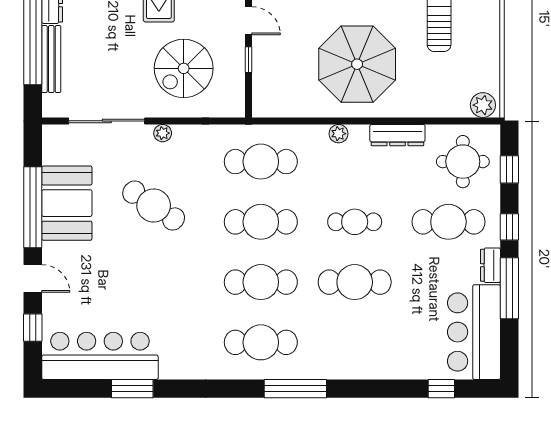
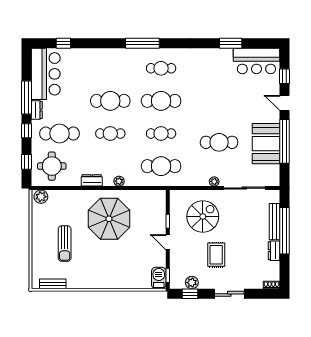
dresser: (397, 135) -> (92, 180), width x0.70
cafe table: (154, 206) -> (219, 142), turned -34
cafe table: (261, 222) -> (161, 134), width x0.73, depth x0.74
cafe table: (261, 342) -> (161, 68), width x0.73, depth x0.74
bar counter: (100, 356) -> (256, 61), width x0.73

